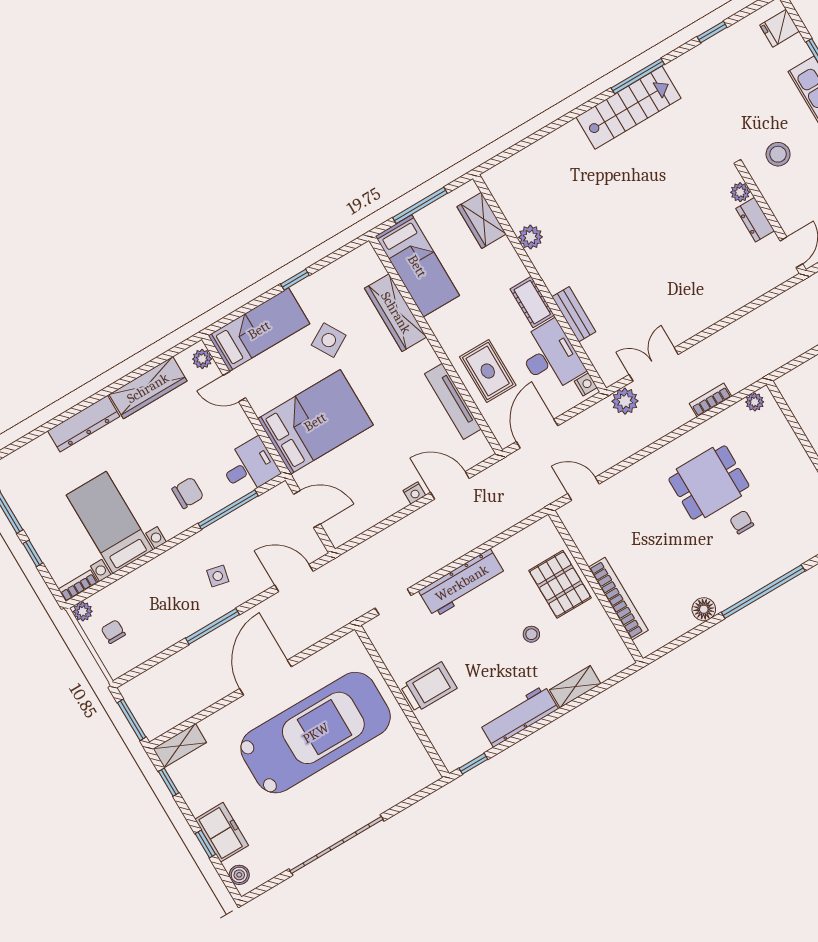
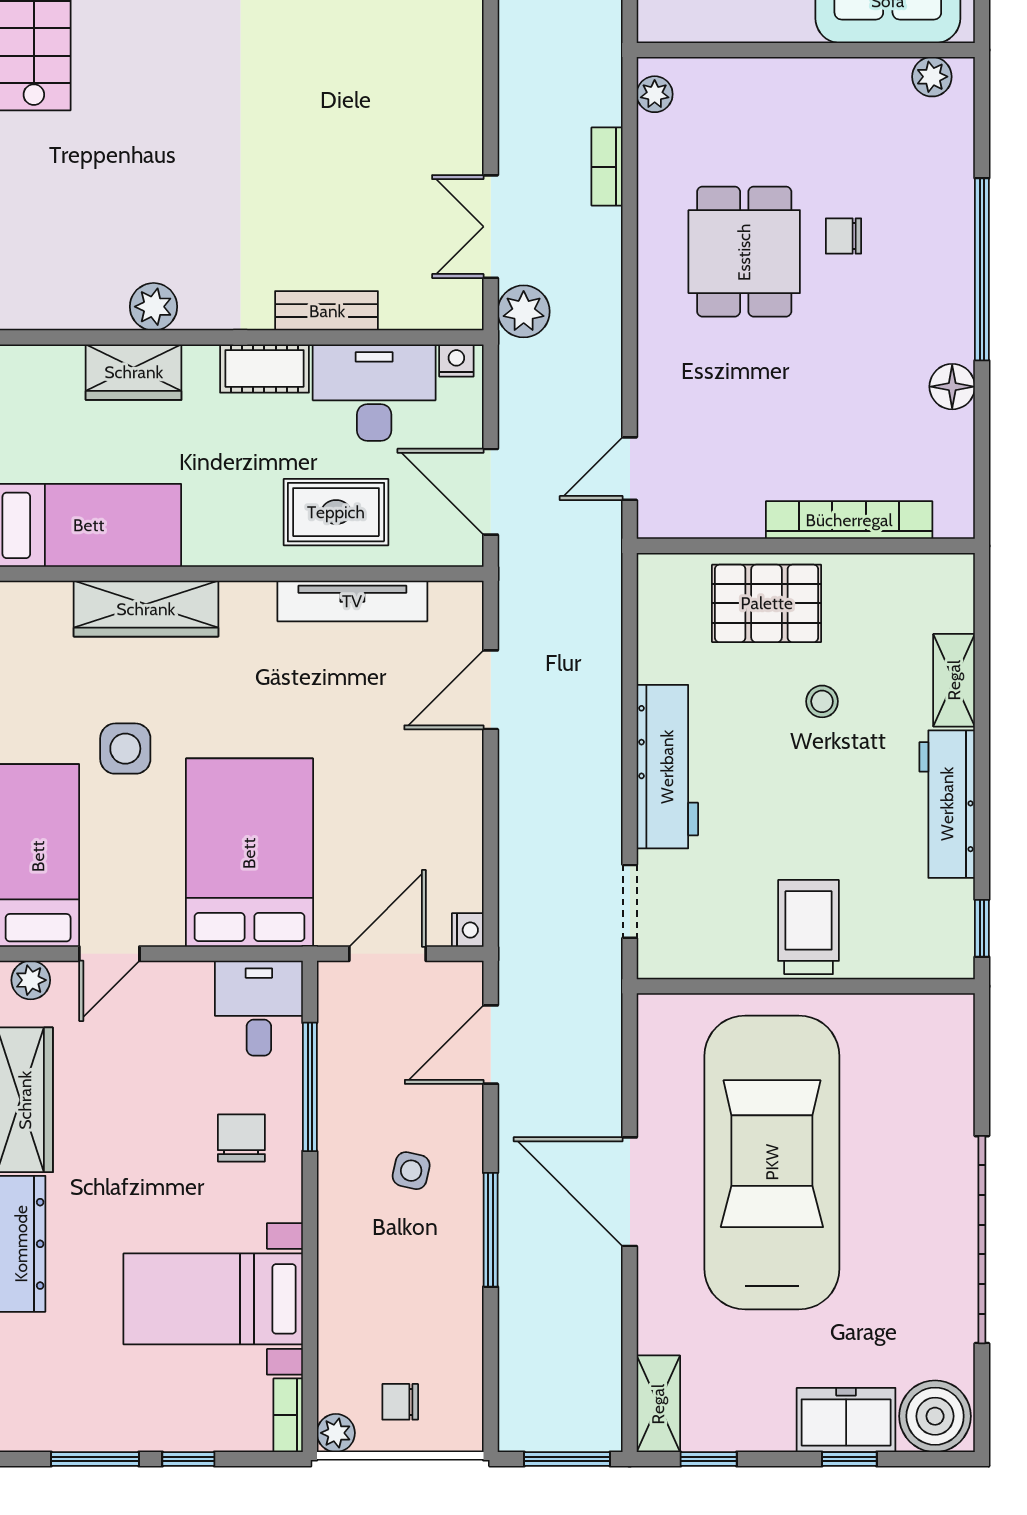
wardrobe: (482, 220) -> (134, 372), moved
side table: (329, 340) -> (125, 749), turned 30
nightstand: (414, 493) -> (468, 930), moved
boiler: (239, 875) -> (935, 1416), width x1.86, depth x1.86

